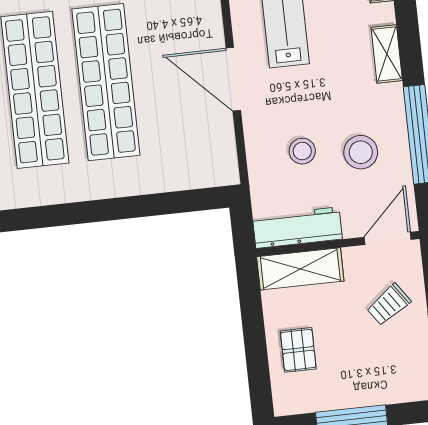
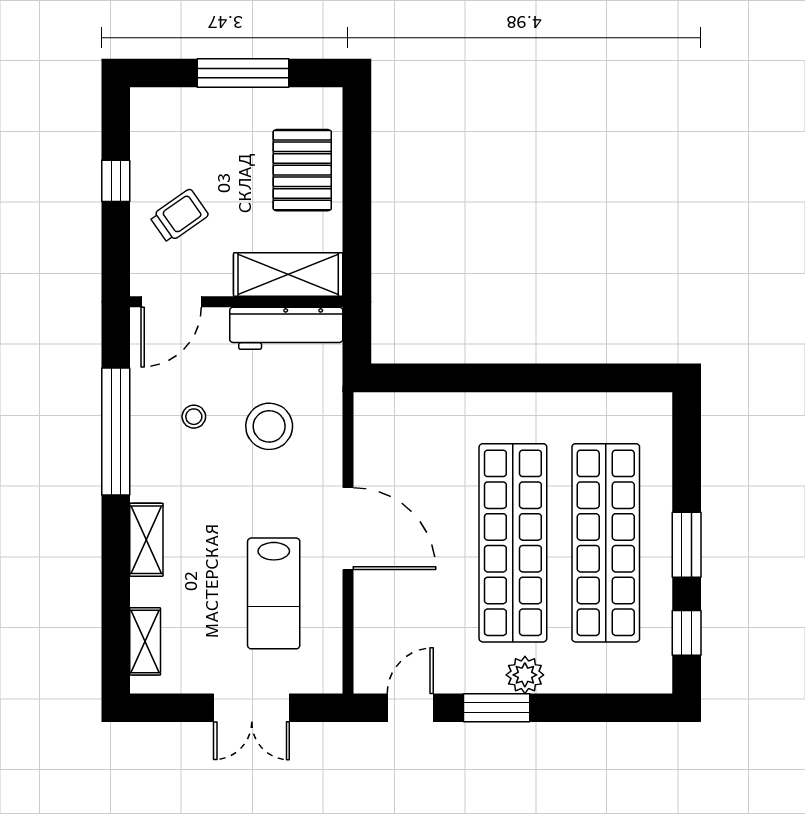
stool: (302, 151) -> (269, 426), width x1.38, depth x1.38
stool: (361, 152) -> (194, 417), width x0.53, depth x0.53
pallet: (298, 350) -> (302, 170), width x1.50, depth x1.42

